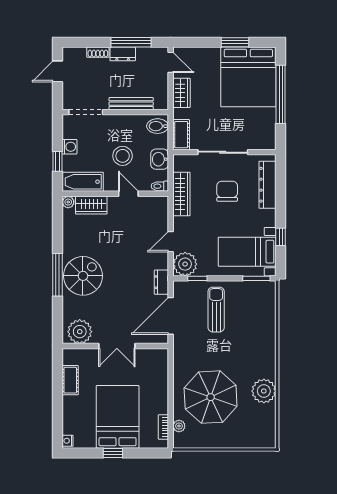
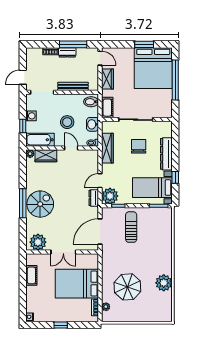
door: (58, 71) -> (23, 77), moved
dresser: (268, 185) -> (166, 154), moved
dresser: (161, 282) -> (94, 198), moved
parasol: (211, 397) -> (127, 287), width x0.73, depth x0.73
bed: (118, 417) -> (77, 284), moved, turned -90

